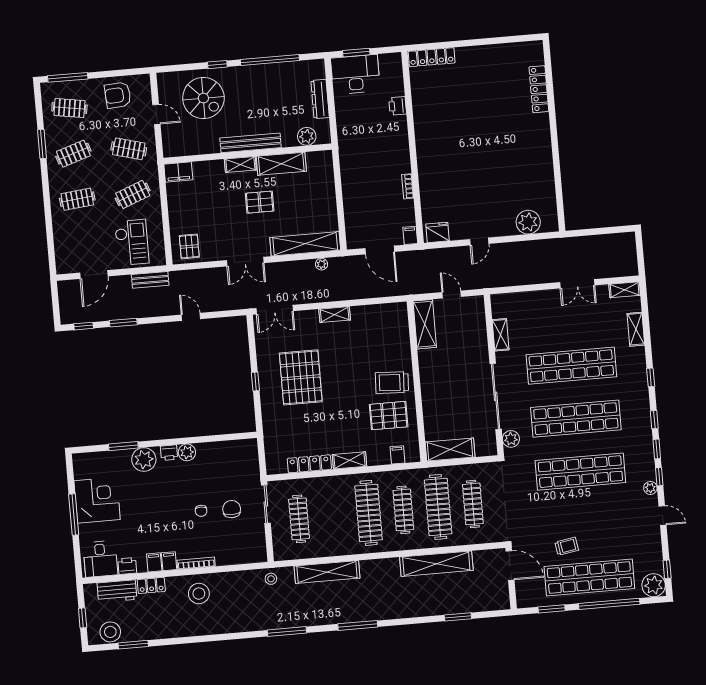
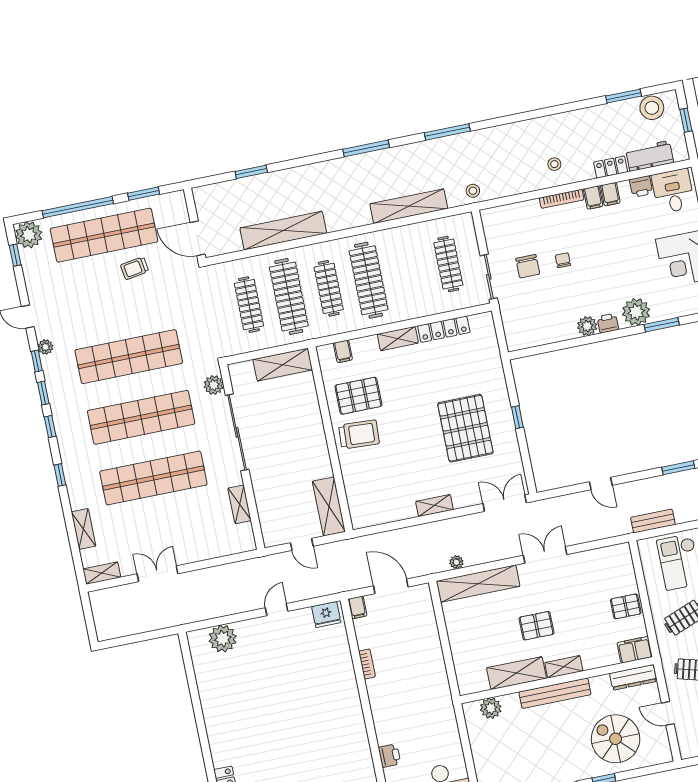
dresser: (320, 99) -> (633, 677), moved, turned 90
pallet: (189, 246) -> (626, 606), moved, turned 90
stool: (199, 594) -> (554, 164), width x0.53, depth x0.53

